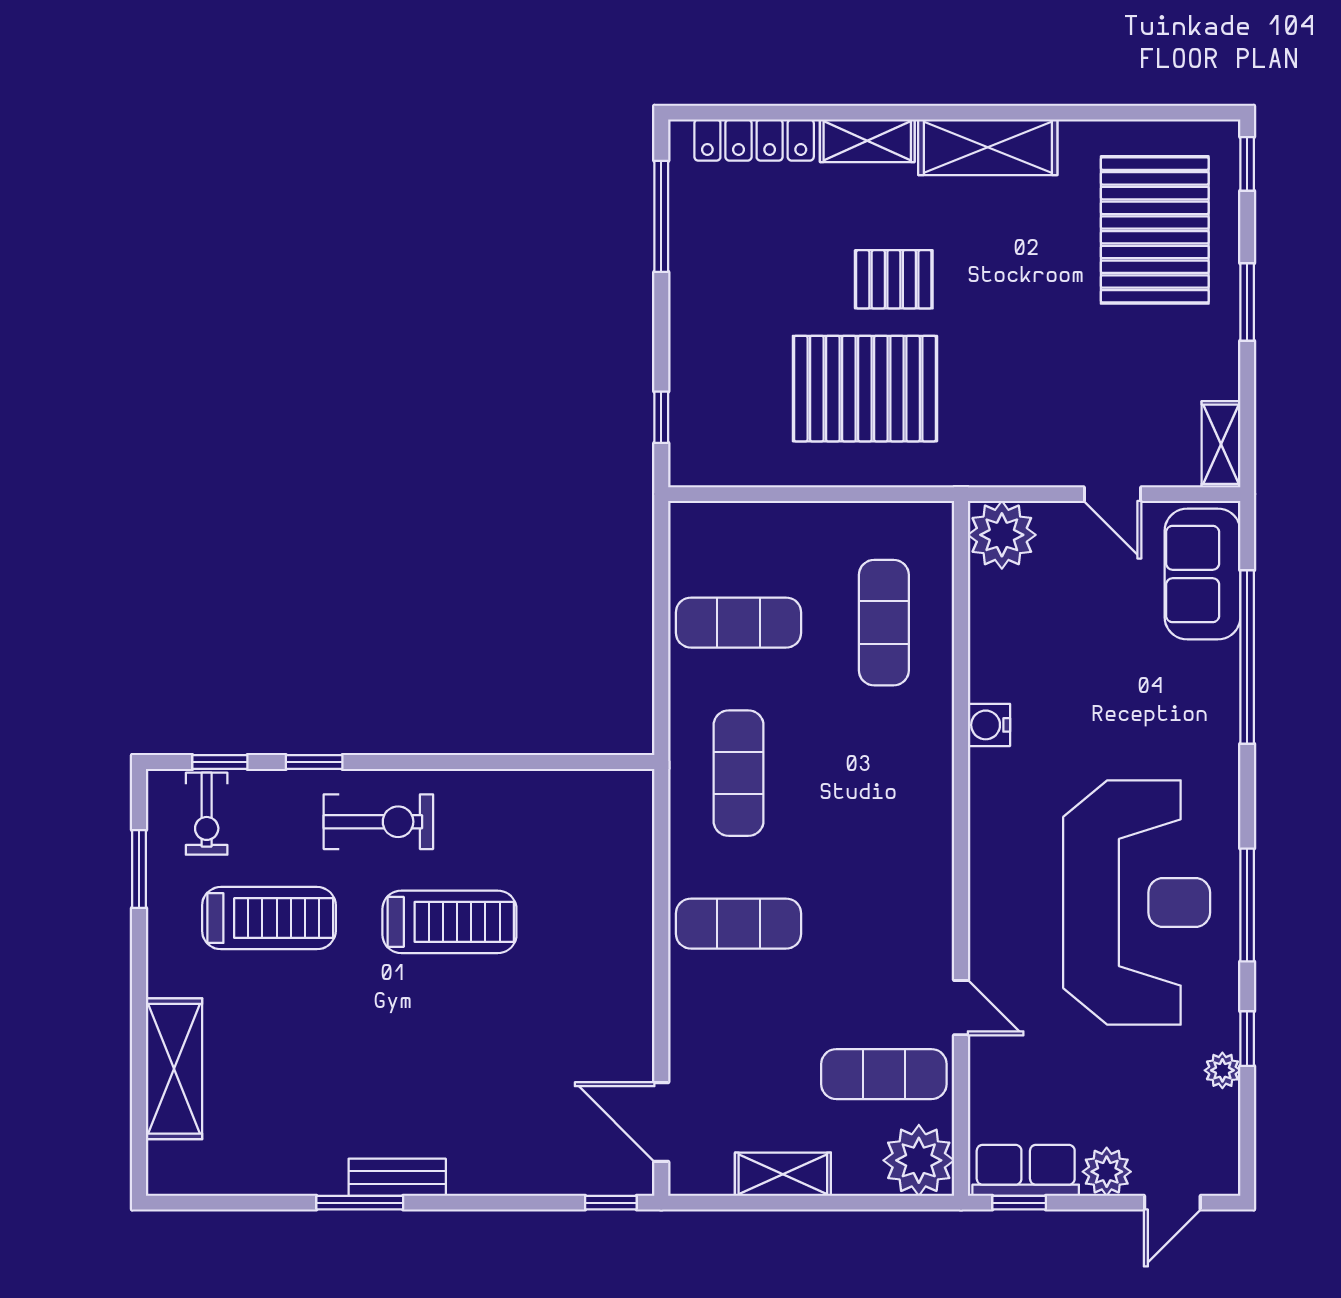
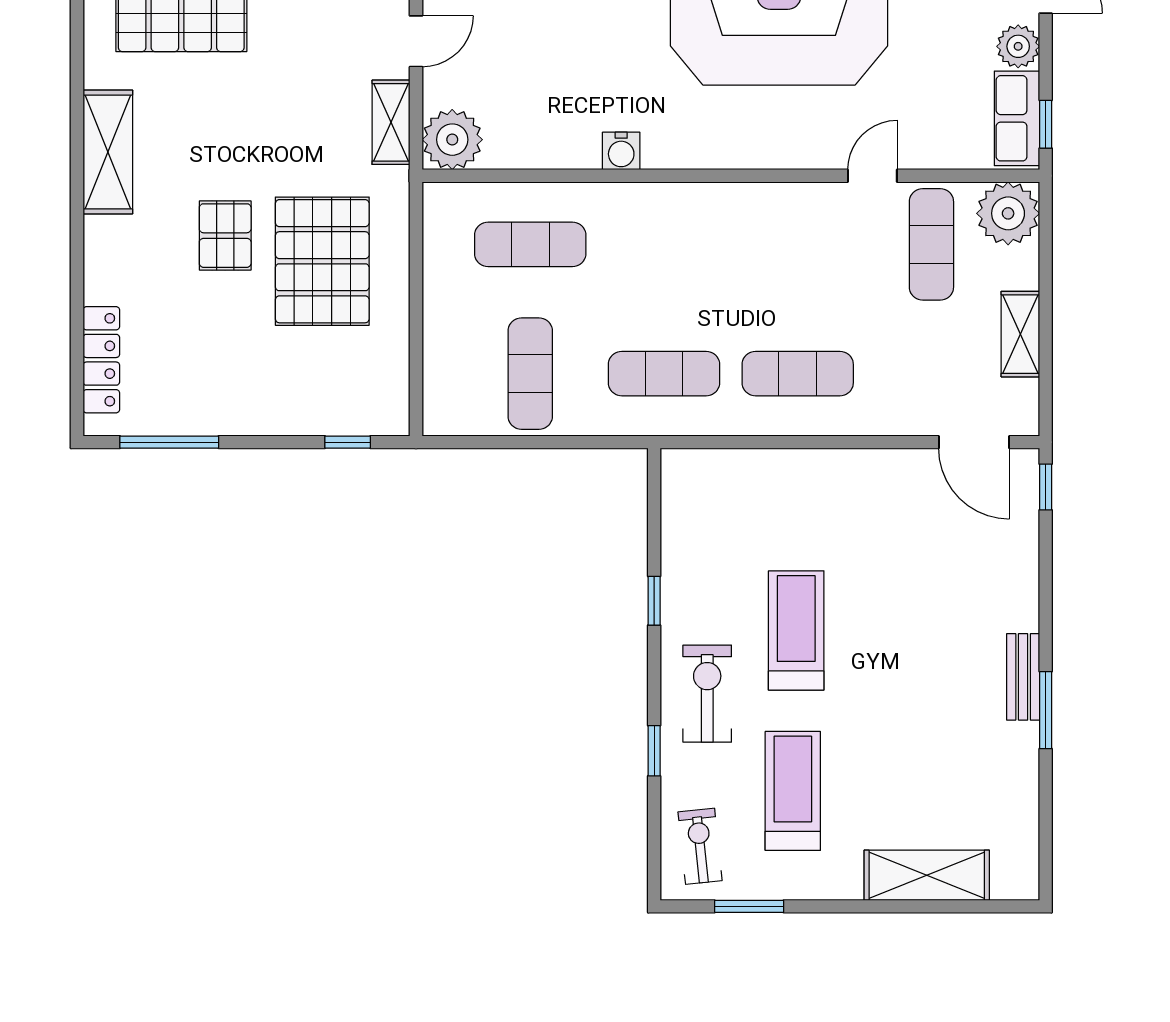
shelving: (867, 141) -> (391, 122), moved
window: (220, 762) -> (654, 601), moved
exercise bike: (207, 814) -> (700, 846), turned -96
exercise mat: (739, 924) -> (798, 374), turned 90
door: (661, 1122) -> (974, 442), hinge flipped

